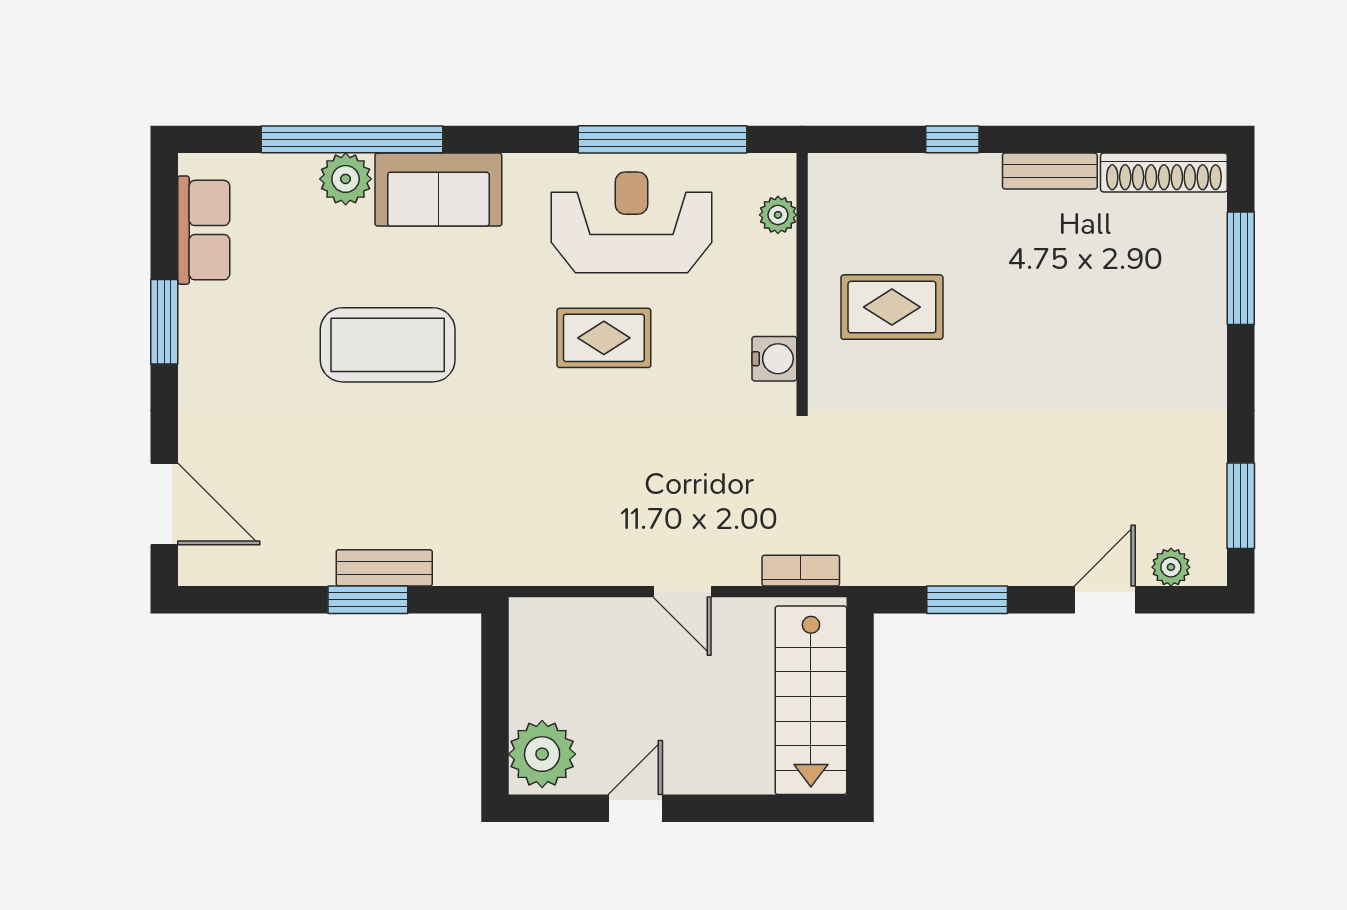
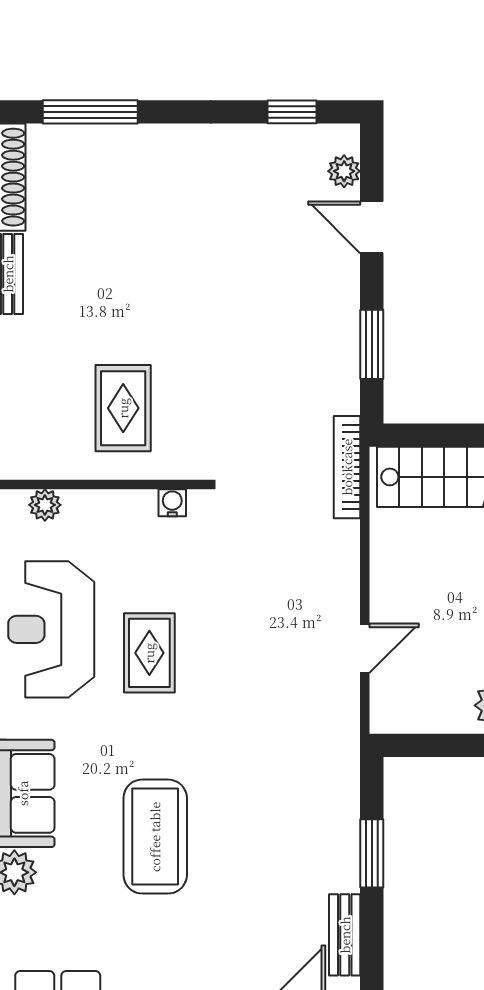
water cooler: (774, 359) -> (172, 503), width x0.72, depth x0.72
window: (1241, 506) -> (292, 112), width x0.67
bench: (384, 568) -> (345, 935), moved
bookcase: (801, 571) -> (347, 467), width x1.56
door: (682, 592) -> (365, 648), moved

